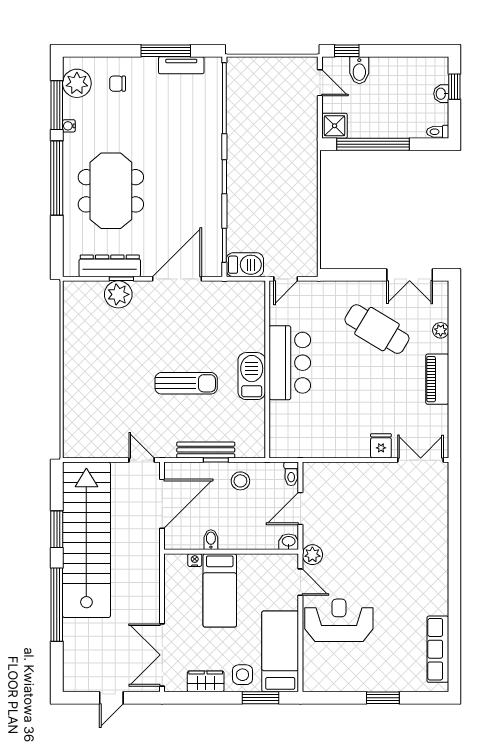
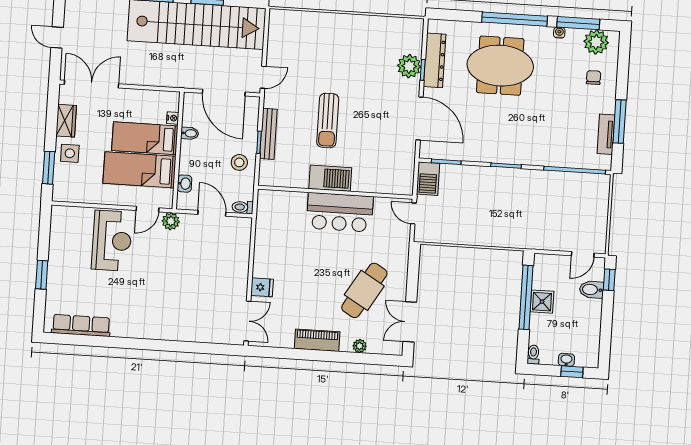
shower: (335, 126) -> (542, 302), moved
washbasin: (289, 542) -> (185, 184), moved
bed: (280, 651) -> (139, 170), moved, turned 180

